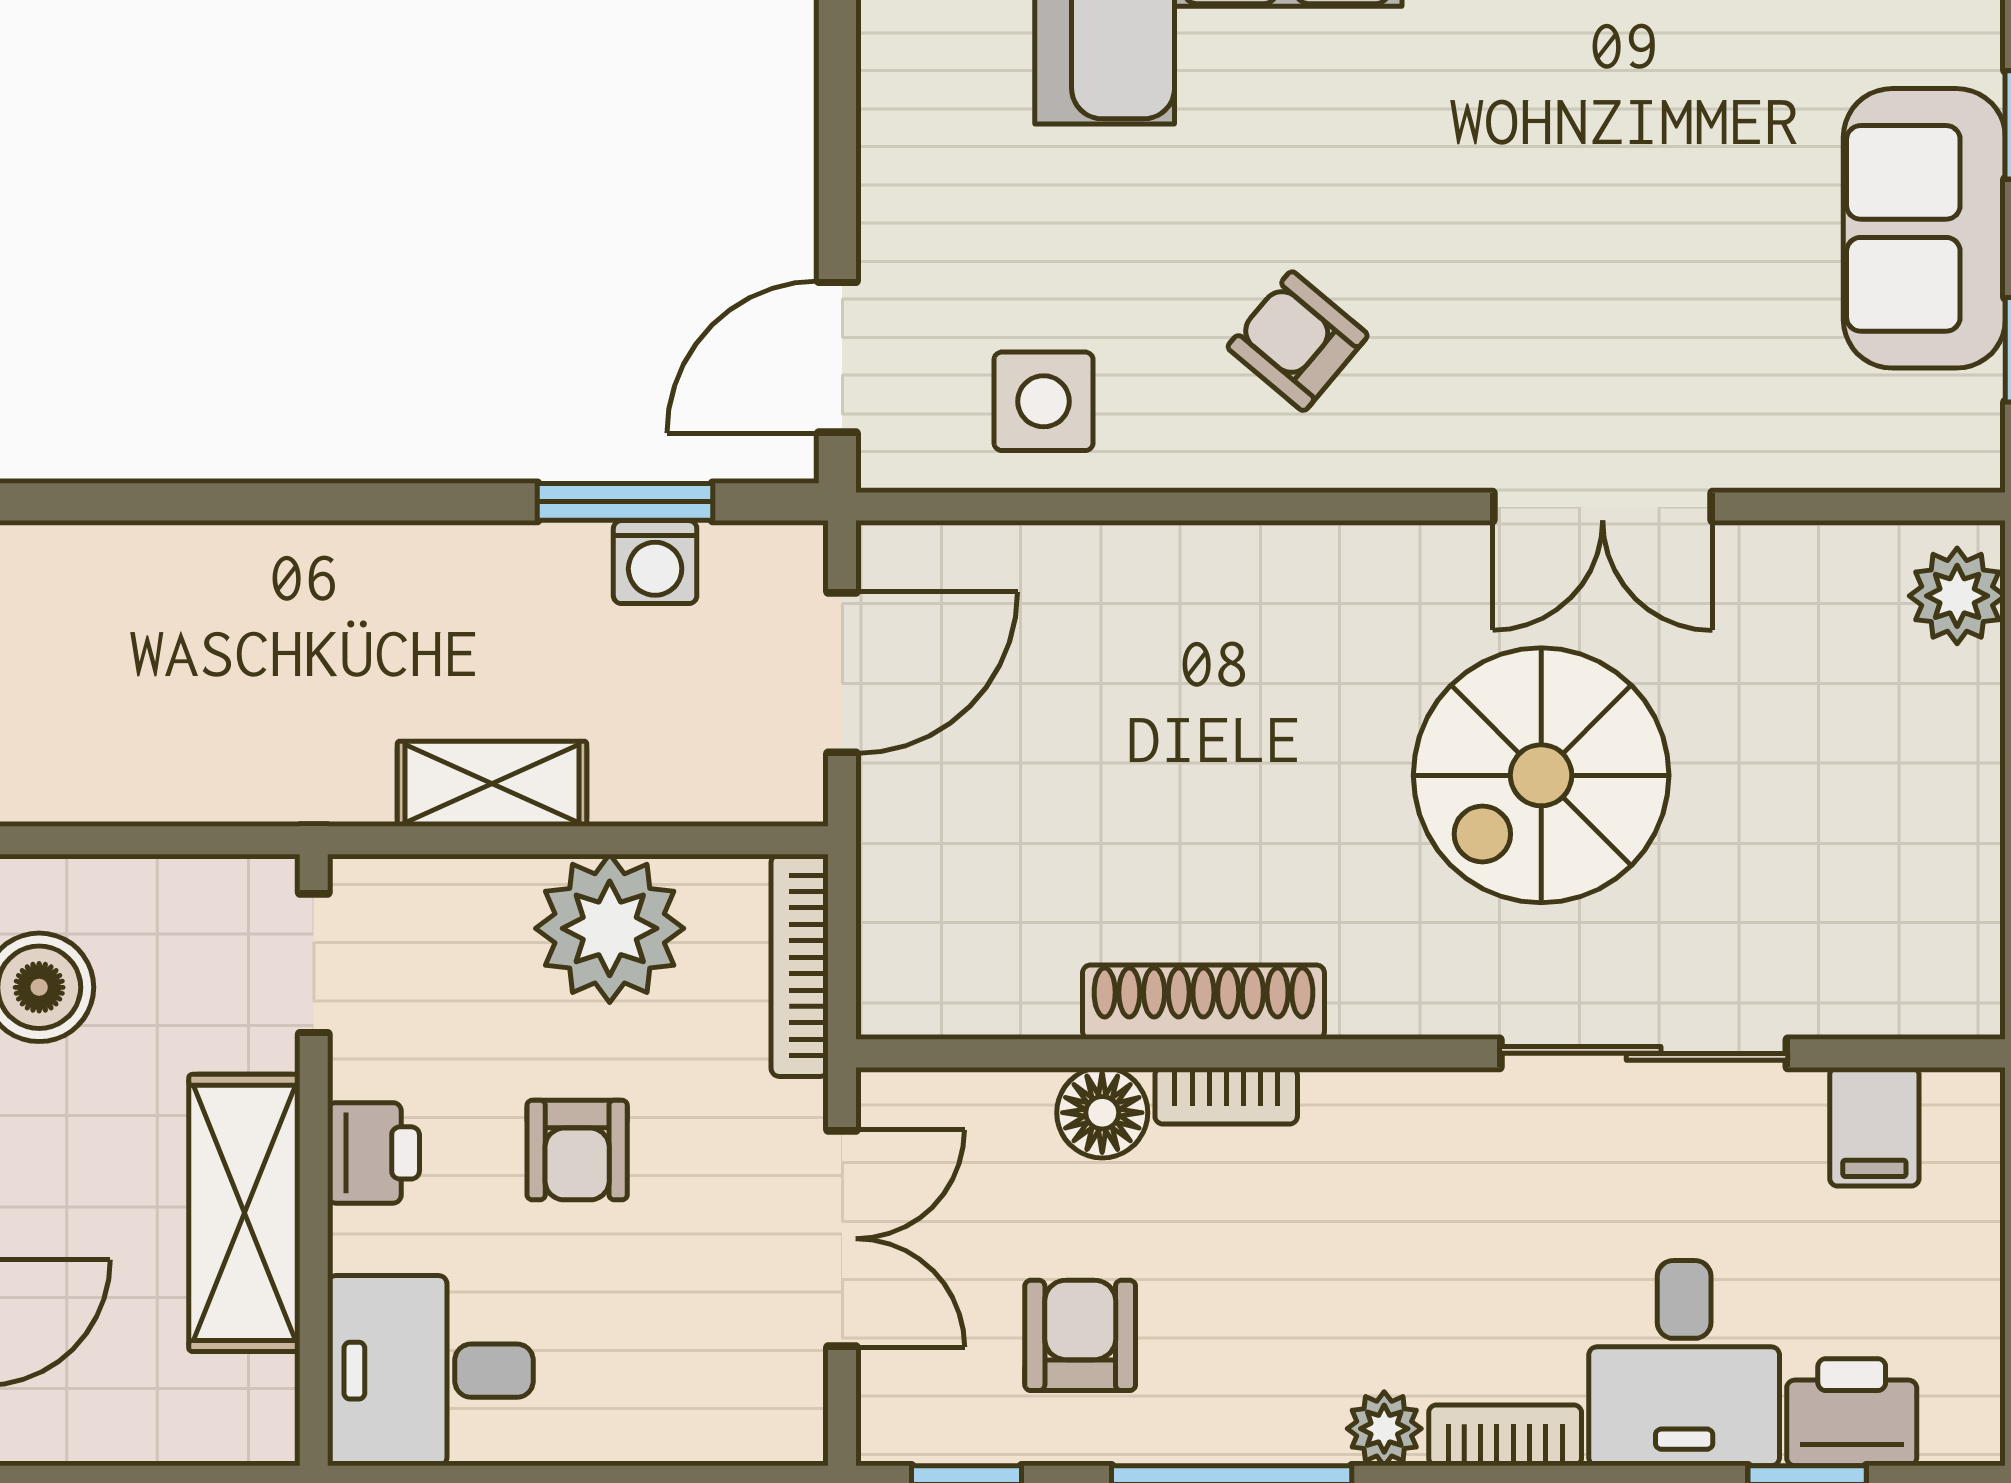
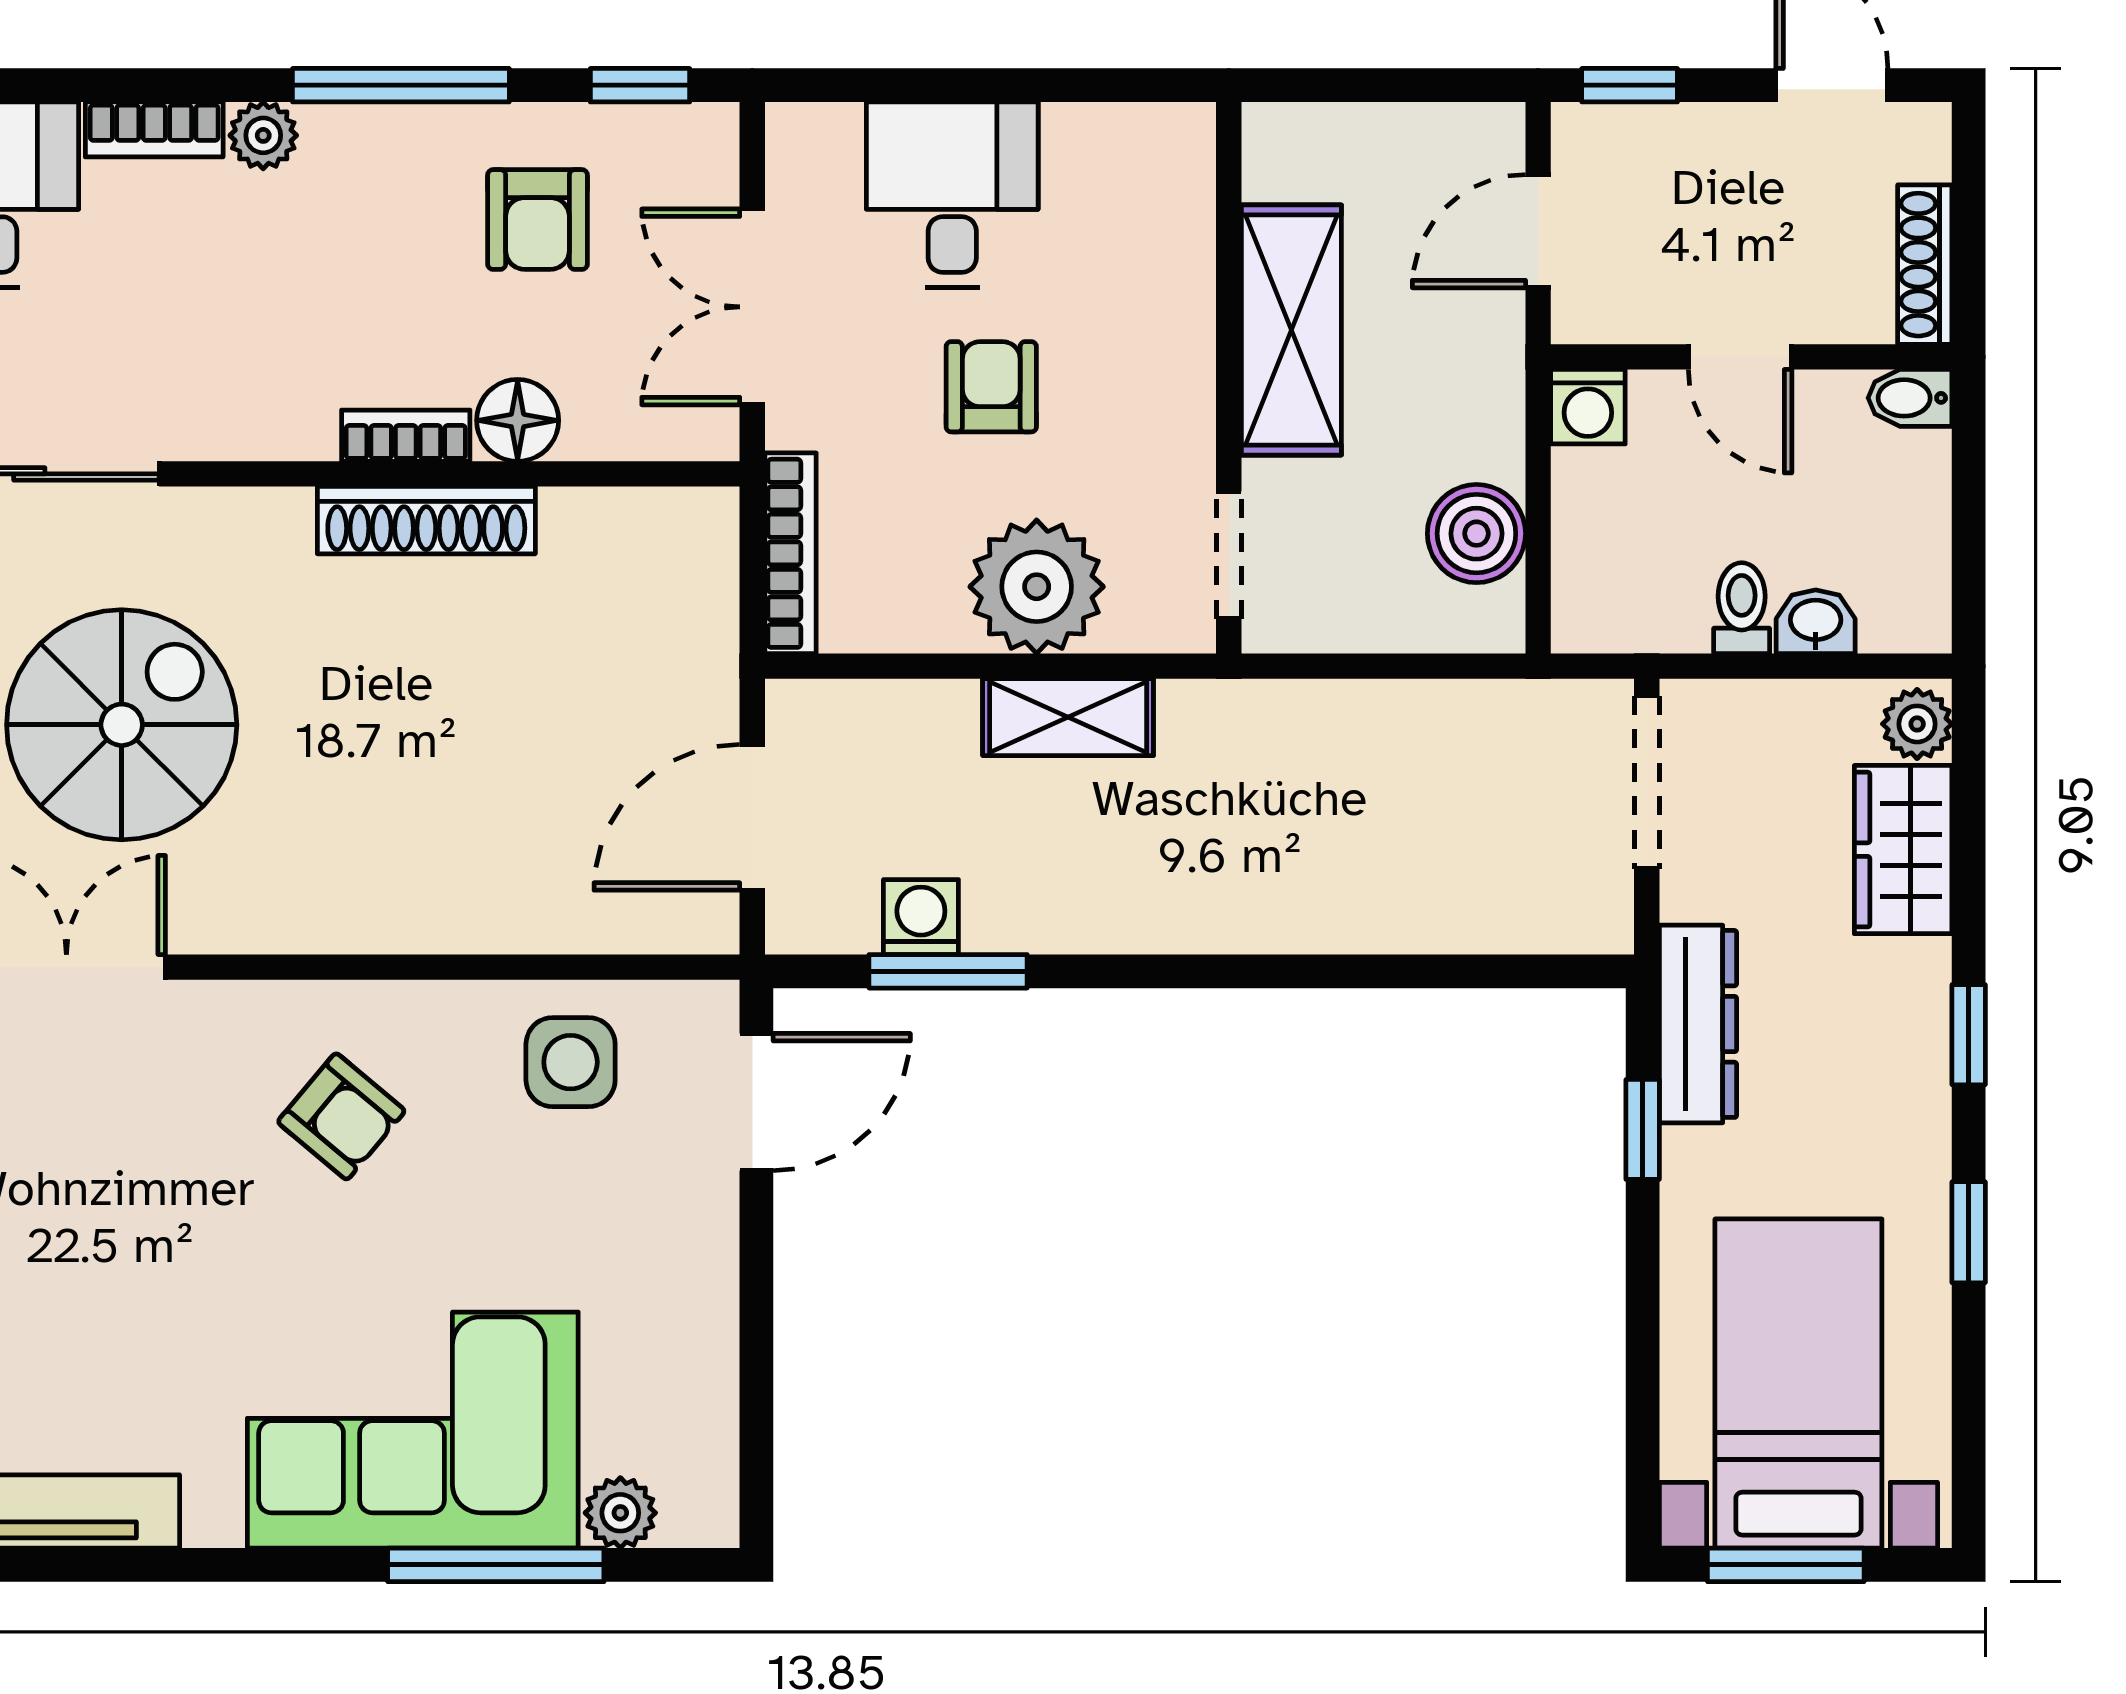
plant: (610, 928) -> (1037, 587), moved
printer: (374, 1153) -> (1175, 384), removed
desk: (430, 1371) -> (952, 195), moved, turned -90

